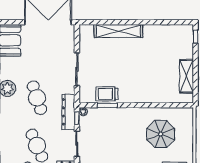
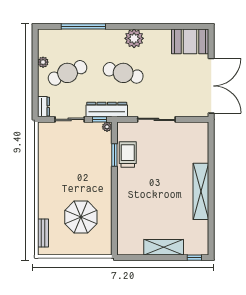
shelving: (118, 31) -> (201, 191), moved
shelving: (187, 76) -> (164, 247), moved
cafe table: (37, 98) -> (123, 73), turned 33

